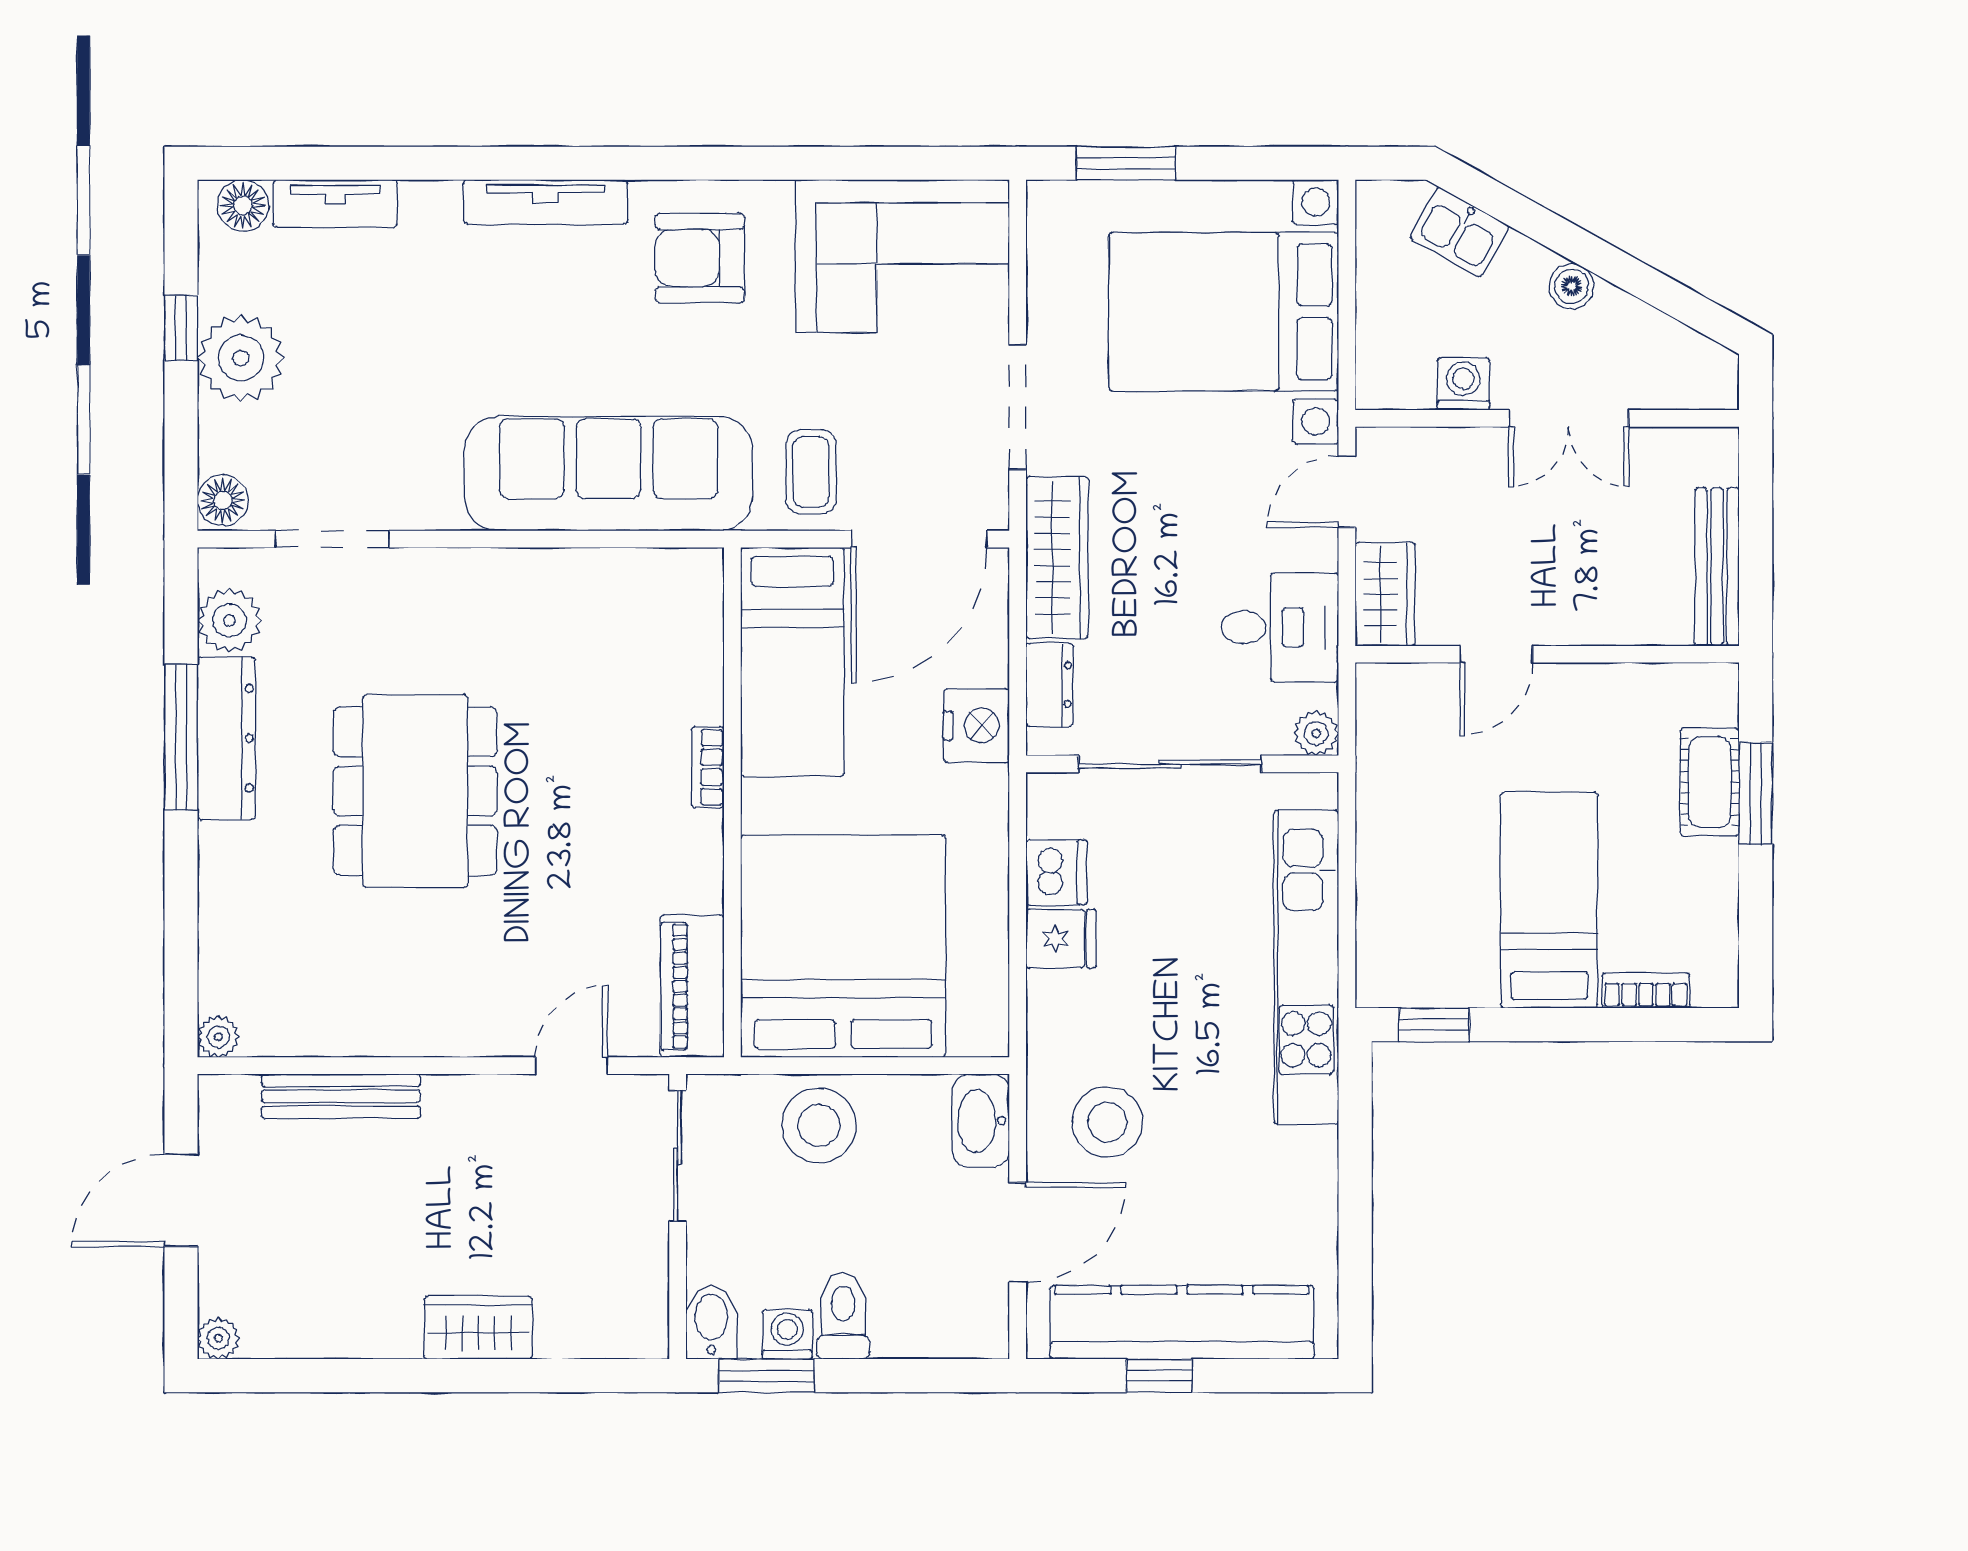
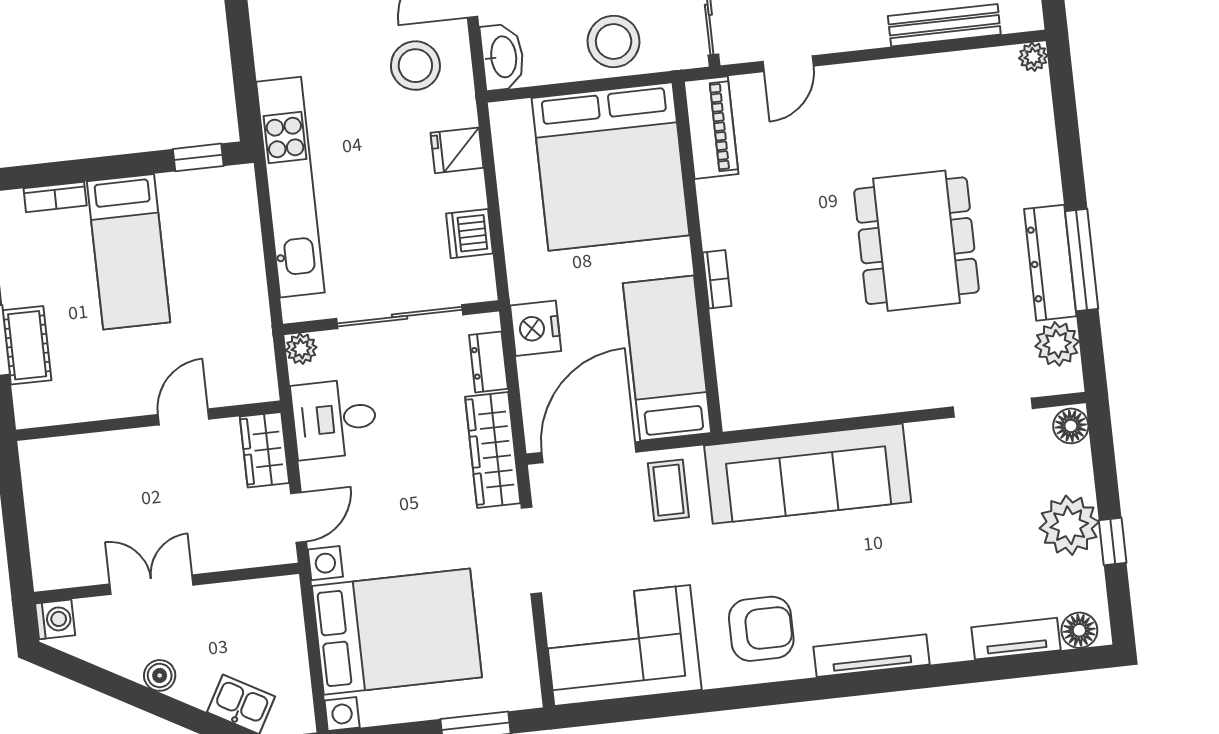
washing machine: (1463, 384) -> (55, 619), moved, turned -90
bench: (1717, 567) -> (38, 494), removed
fridge: (1061, 939) -> (457, 150), moved

